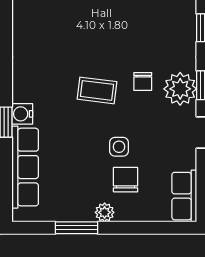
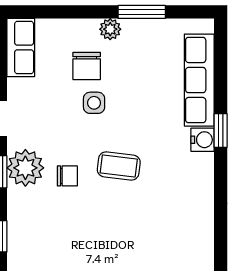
chair: (143, 82) -> (67, 176), turned 90

